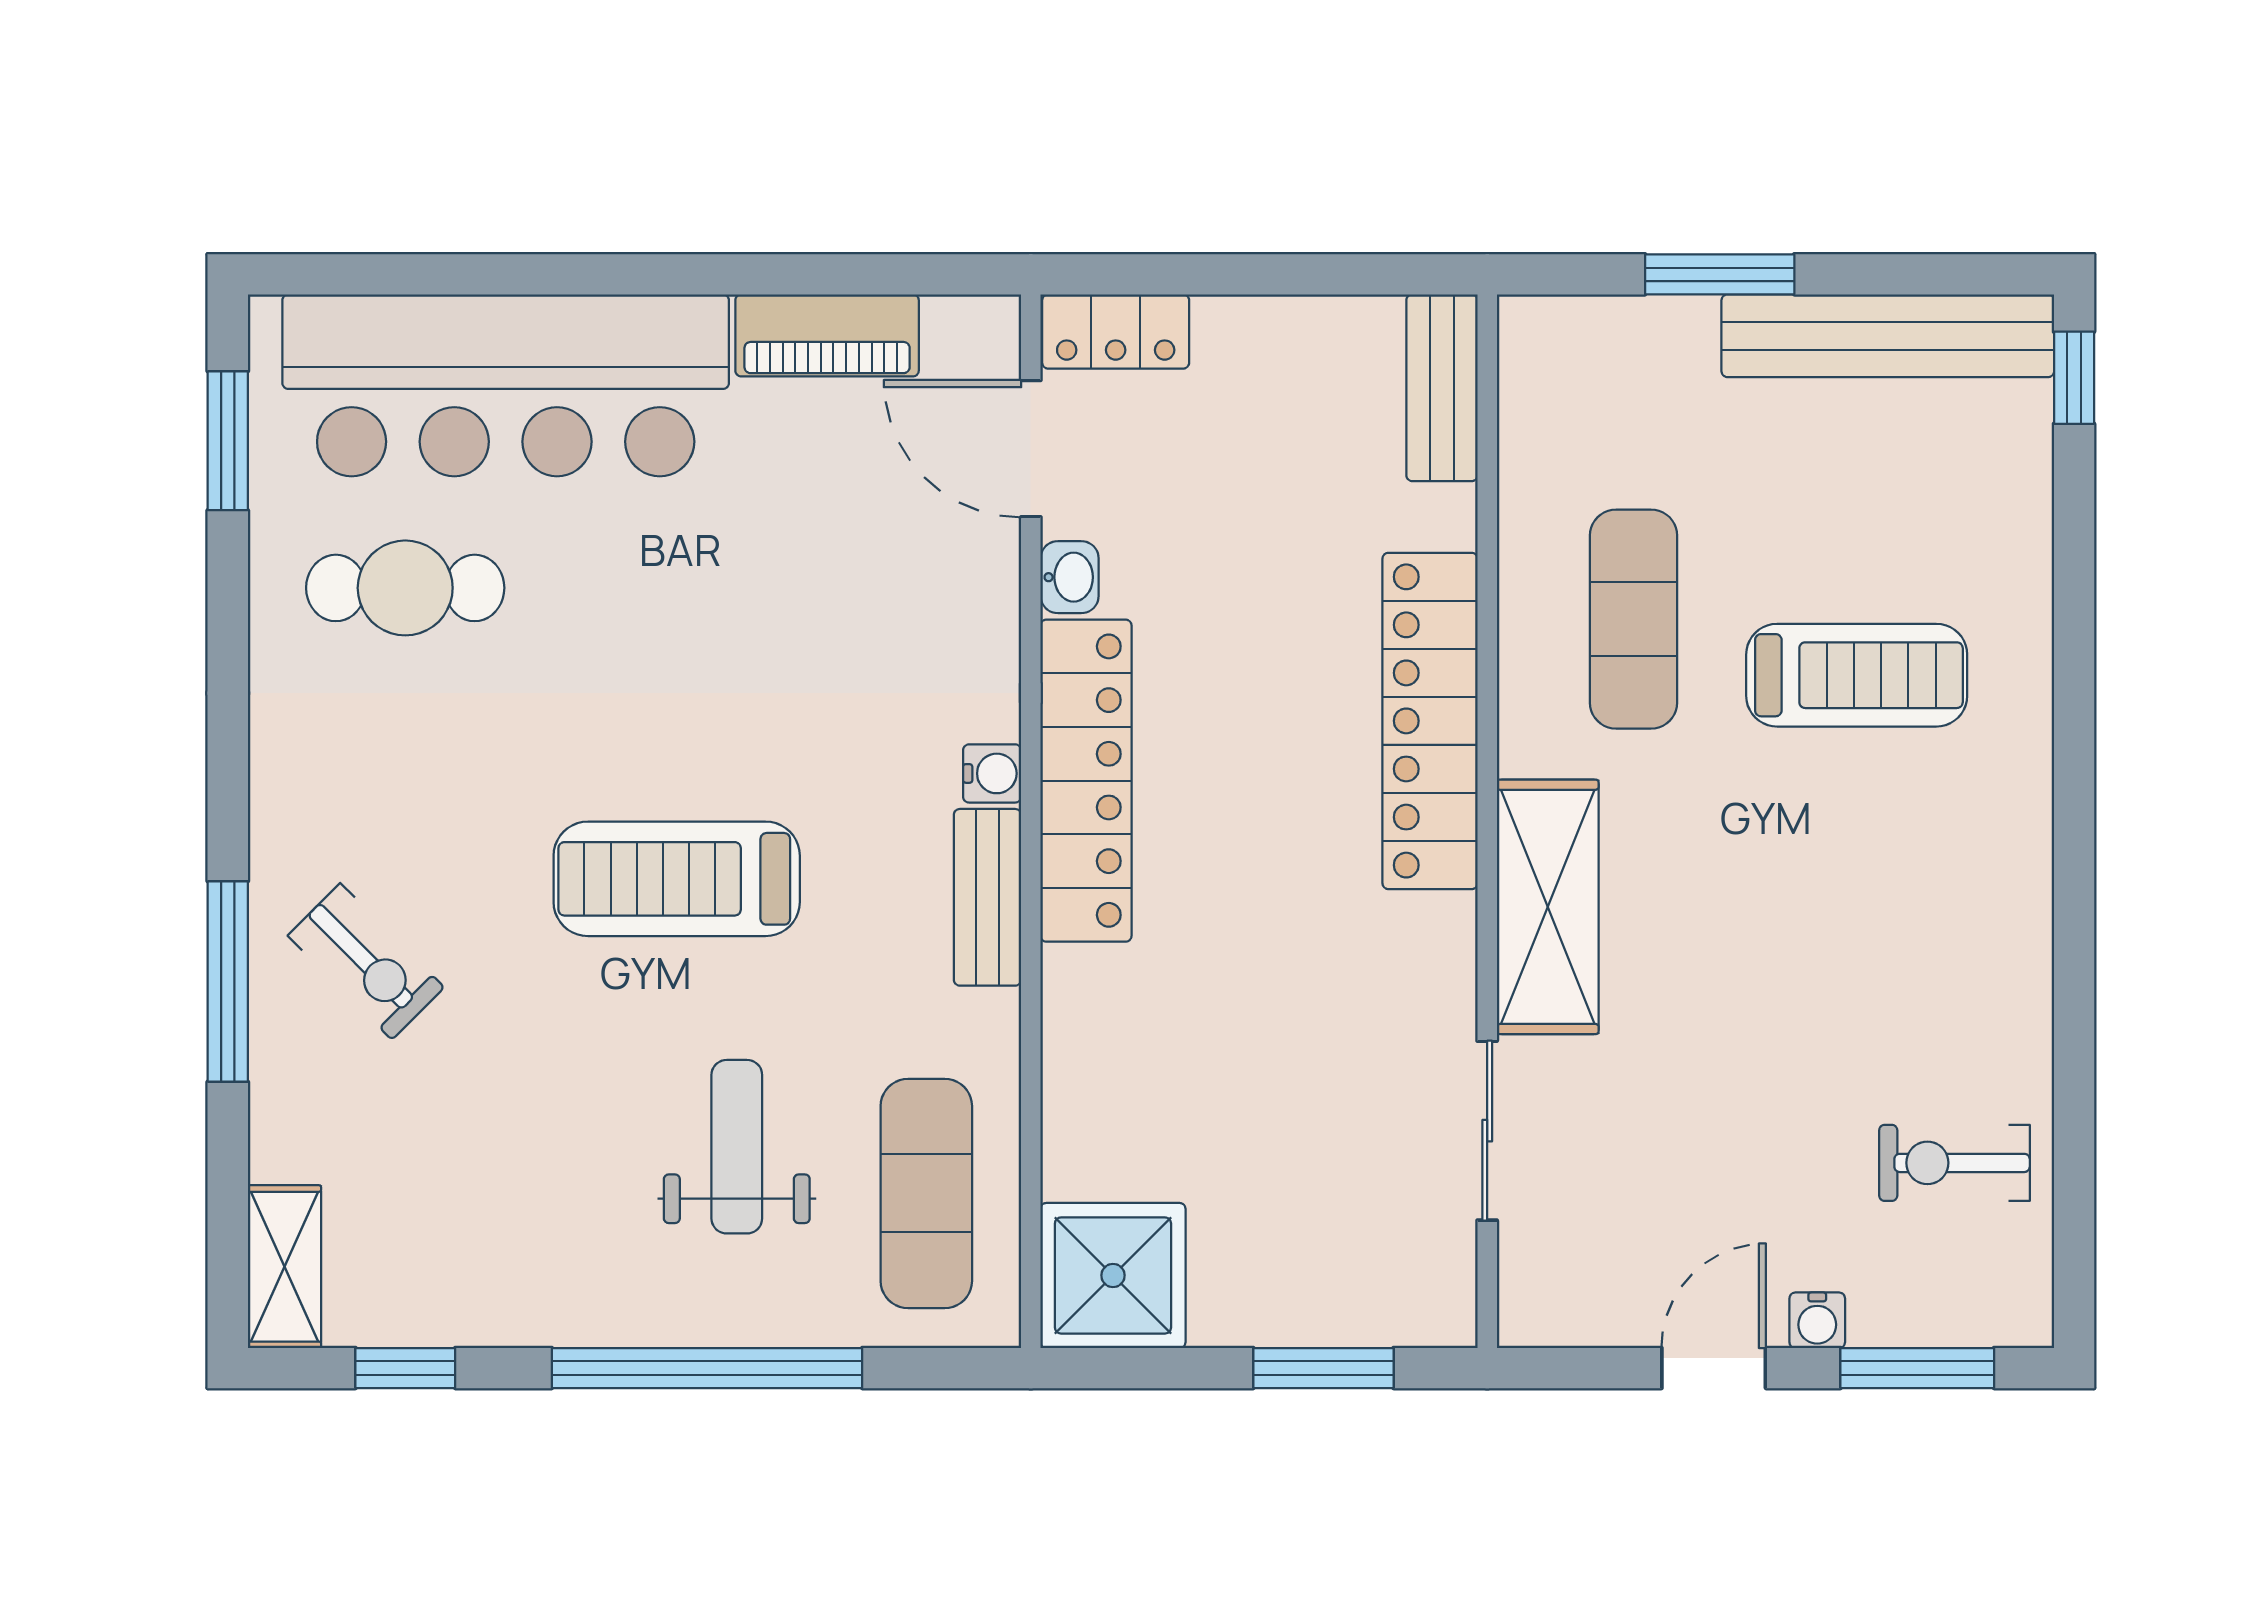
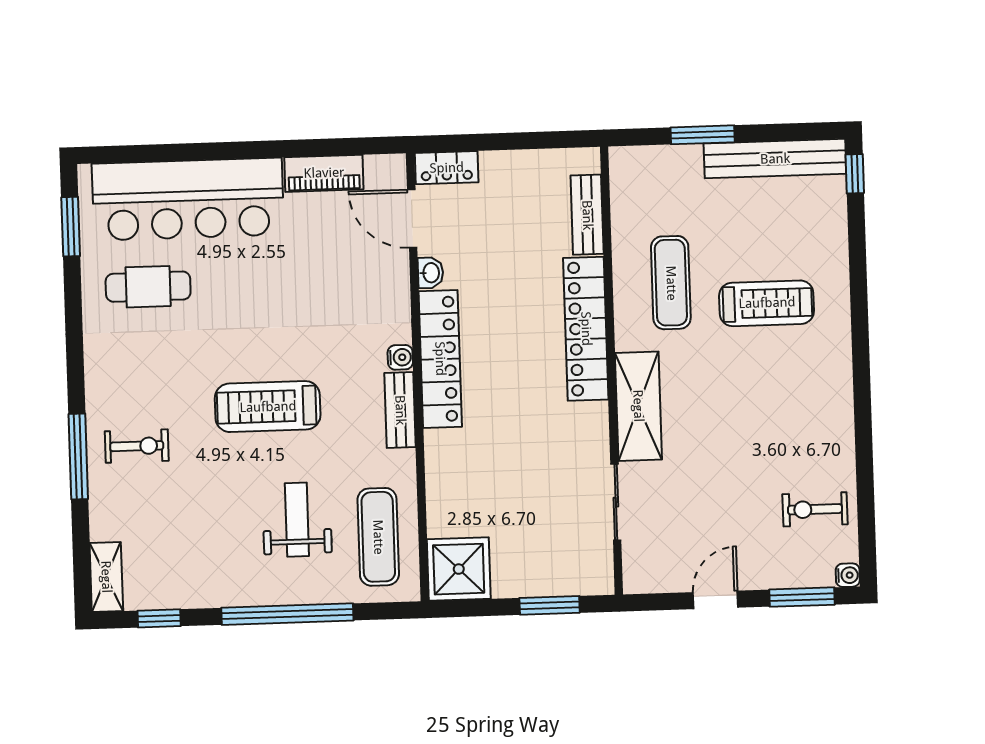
bench: (1442, 388) -> (587, 215), moved
exercise bike: (366, 961) -> (137, 446), turned -45
water cooler: (1817, 1320) -> (848, 575), moved, turned -90

